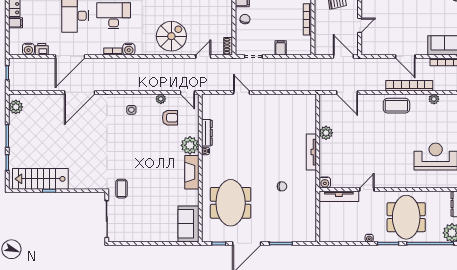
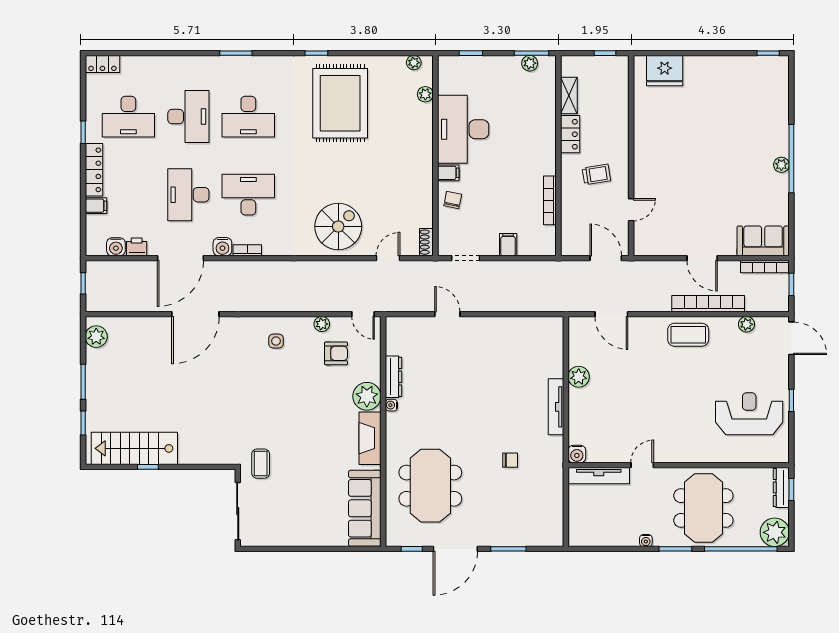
water cooler: (129, 49) -> (222, 247), moved
sofa: (188, 224) -> (365, 508), width x1.36

